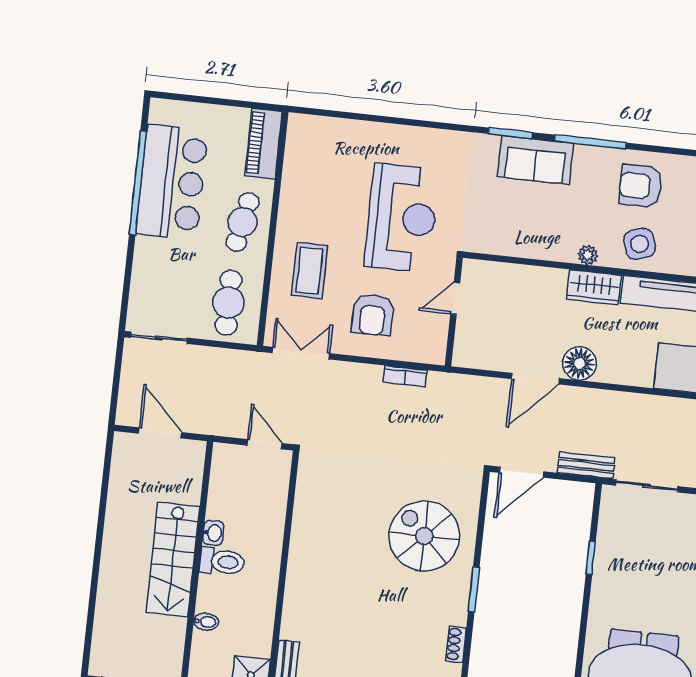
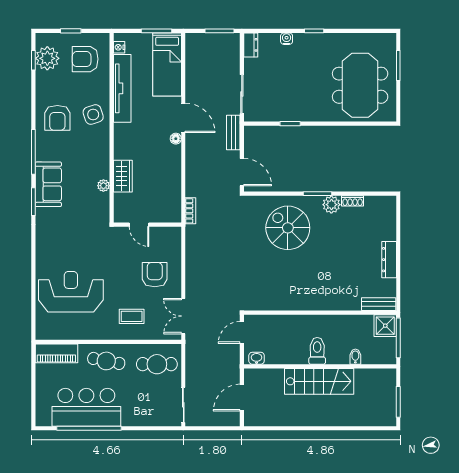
reception desk: (402, 218) -> (71, 292), moved
plant: (588, 255) -> (103, 186), moved
coffee table: (310, 271) -> (132, 316), width x0.73, depth x0.77
wardrobe: (594, 287) -> (123, 176), moved
armchair: (373, 315) -> (155, 275), turned -90
floor lamp: (580, 363) -> (176, 139), width x0.53, depth x0.53
bookcase: (405, 376) -> (190, 211), moved
door: (535, 379) -> (183, 118), moved
washbasin: (213, 533) -> (257, 358), moved
spiral stairs: (424, 536) -> (288, 228), turned 90
plant: (454, 610) -> (331, 205), added

